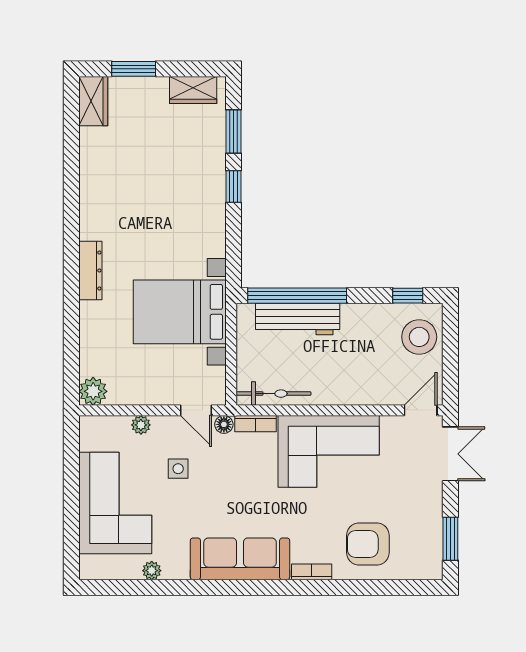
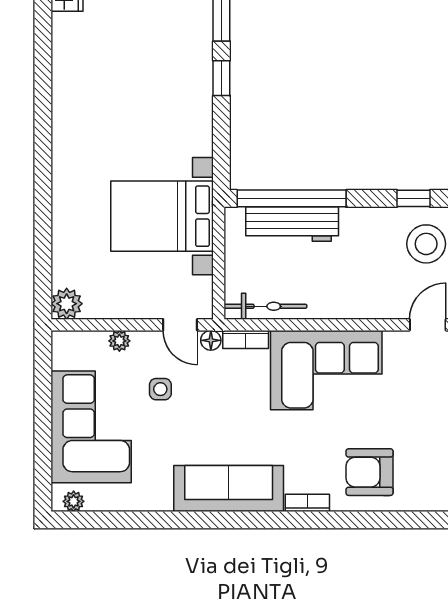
dresser: (90, 270) -> (64, 171), removed
plant: (152, 571) -> (74, 501), moved

